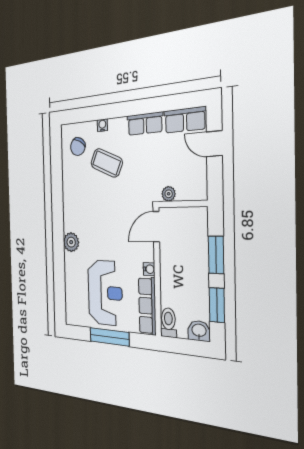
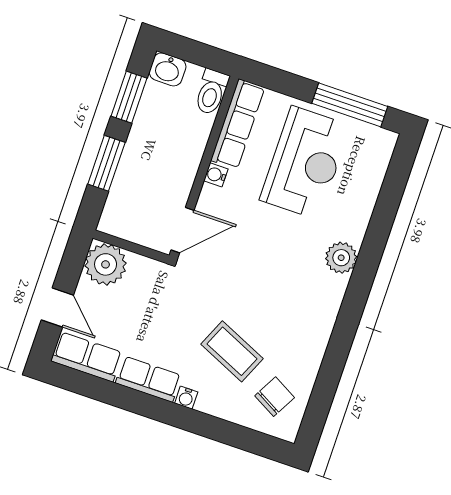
water cooler: (102, 125) -> (186, 398), moved
plant: (169, 194) -> (106, 264), moved, width x1.88, depth x1.88
reception desk: (105, 293) -> (305, 163), turned 180
window: (109, 337) -> (350, 105), moved

